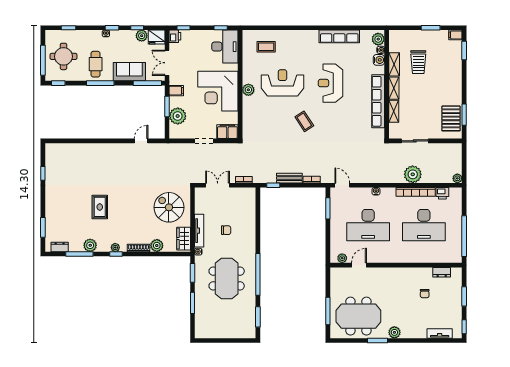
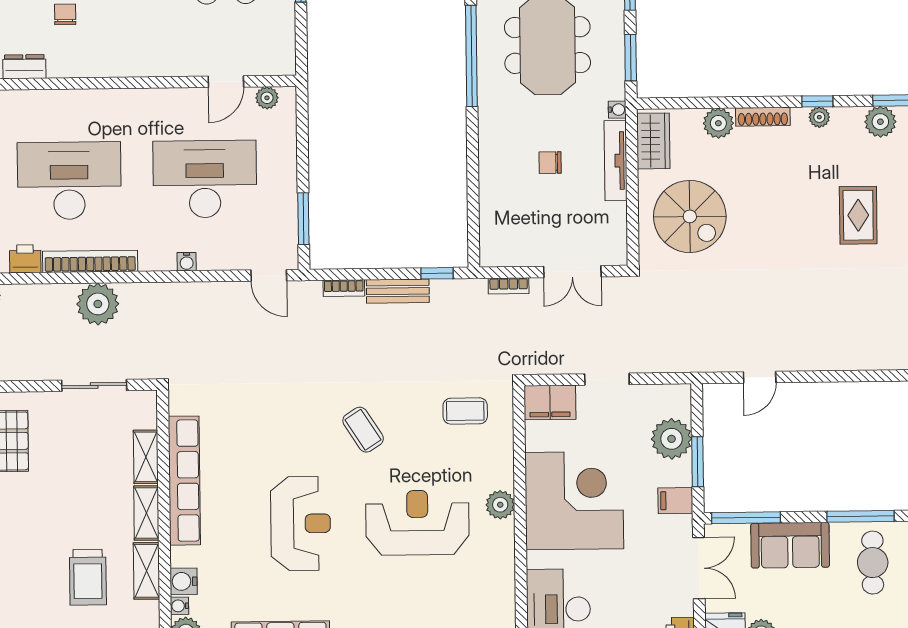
coffee table: (266, 47) -> (465, 411), moved
trolley: (418, 62) -> (88, 577), turned 180
reception desk: (282, 83) -> (417, 523), turned 180

